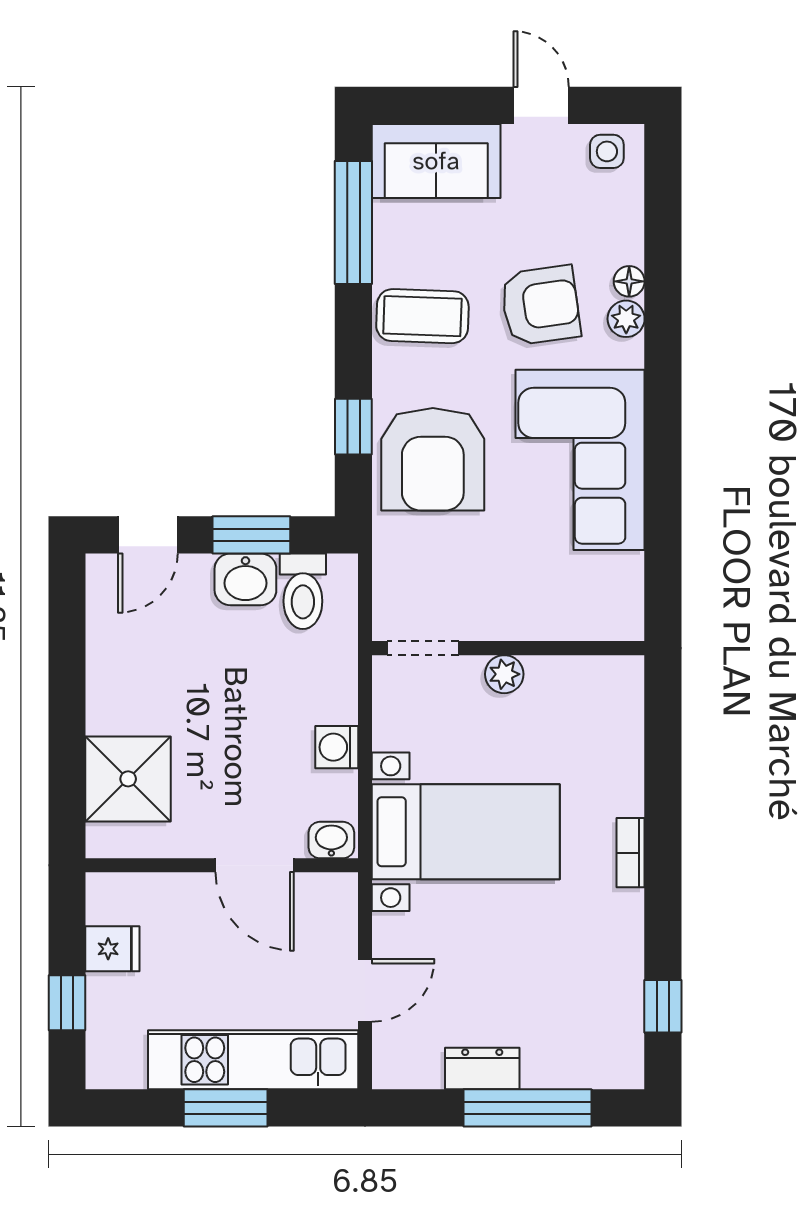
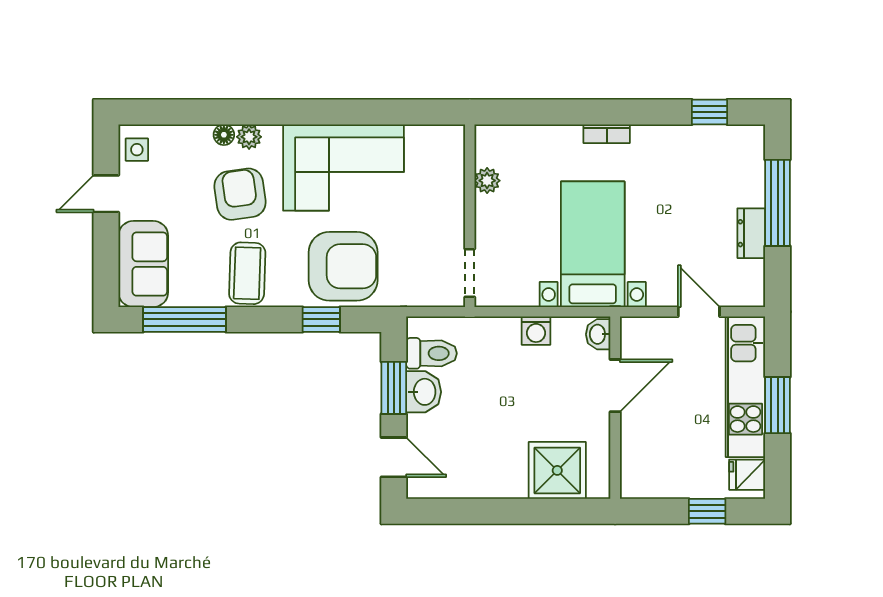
plant: (504, 674) -> (487, 181), moved
fridge: (112, 949) -> (747, 475), moved, turned -90

